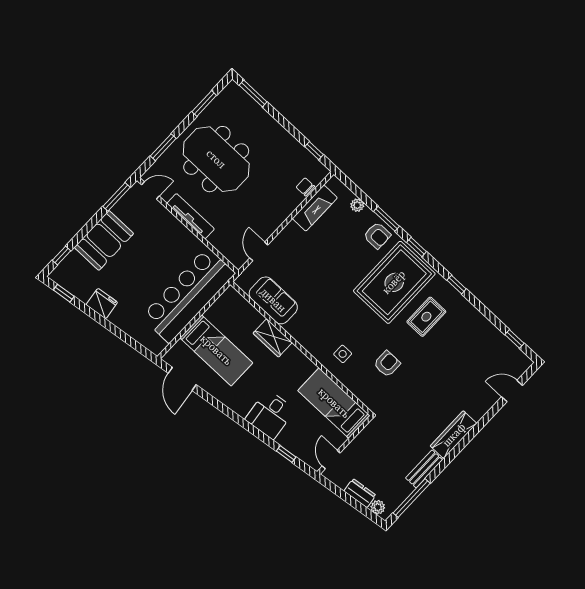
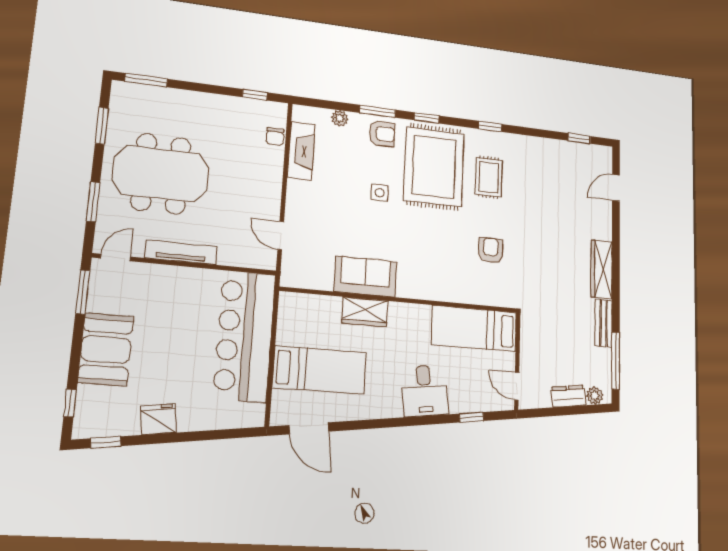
chair: (305, 187) -> (275, 137), turned -90
sofa: (273, 300) -> (365, 277), moved
side table: (343, 354) -> (380, 193), moved

